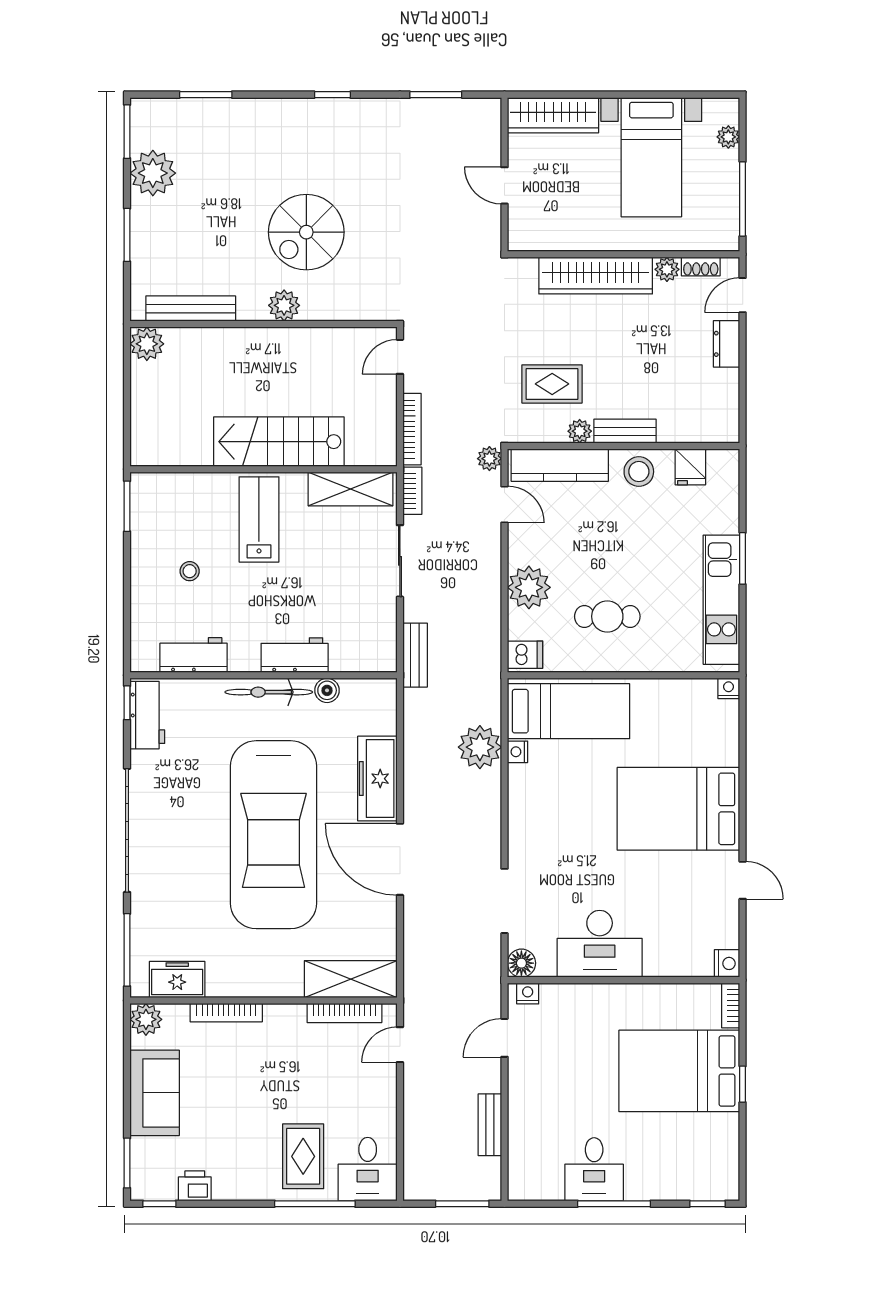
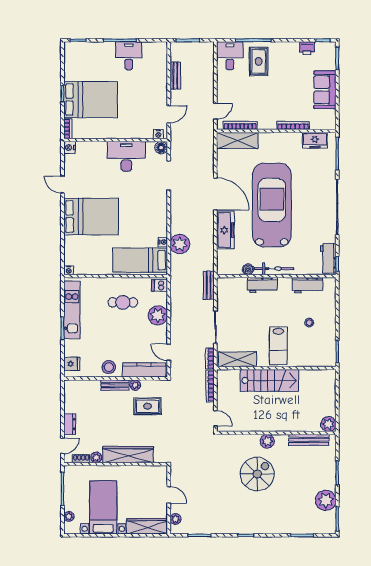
door: (400, 357) -> (215, 418), hinge flipped
plant: (489, 459) -> (175, 519), moved
fridge: (690, 467) -> (72, 364), moved, turned 90
plant: (146, 1019) -> (329, 123), removed

